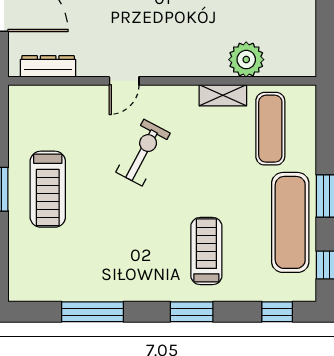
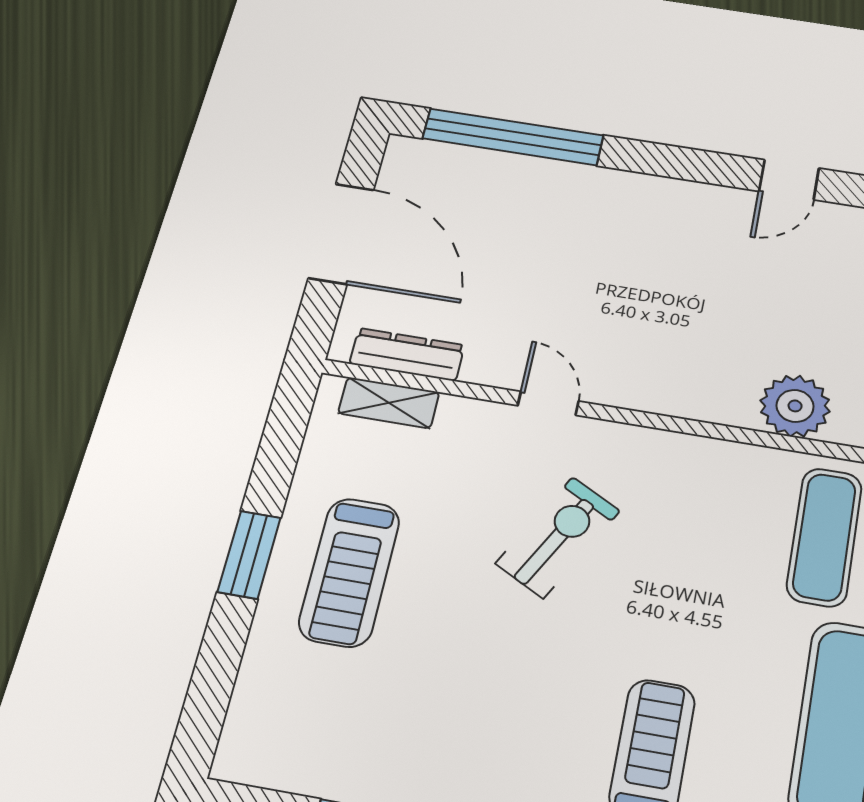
door: (124, 81) -> (548, 403), swing flipped
shelving: (223, 95) -> (389, 403), moved

